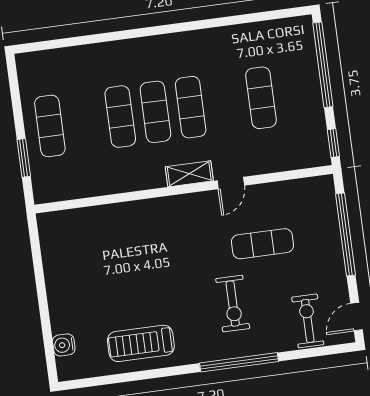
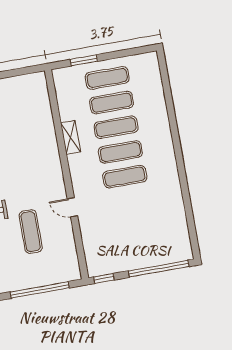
exercise mat: (261, 98) -> (112, 103), moved
shelving: (189, 174) -> (71, 137), moved

